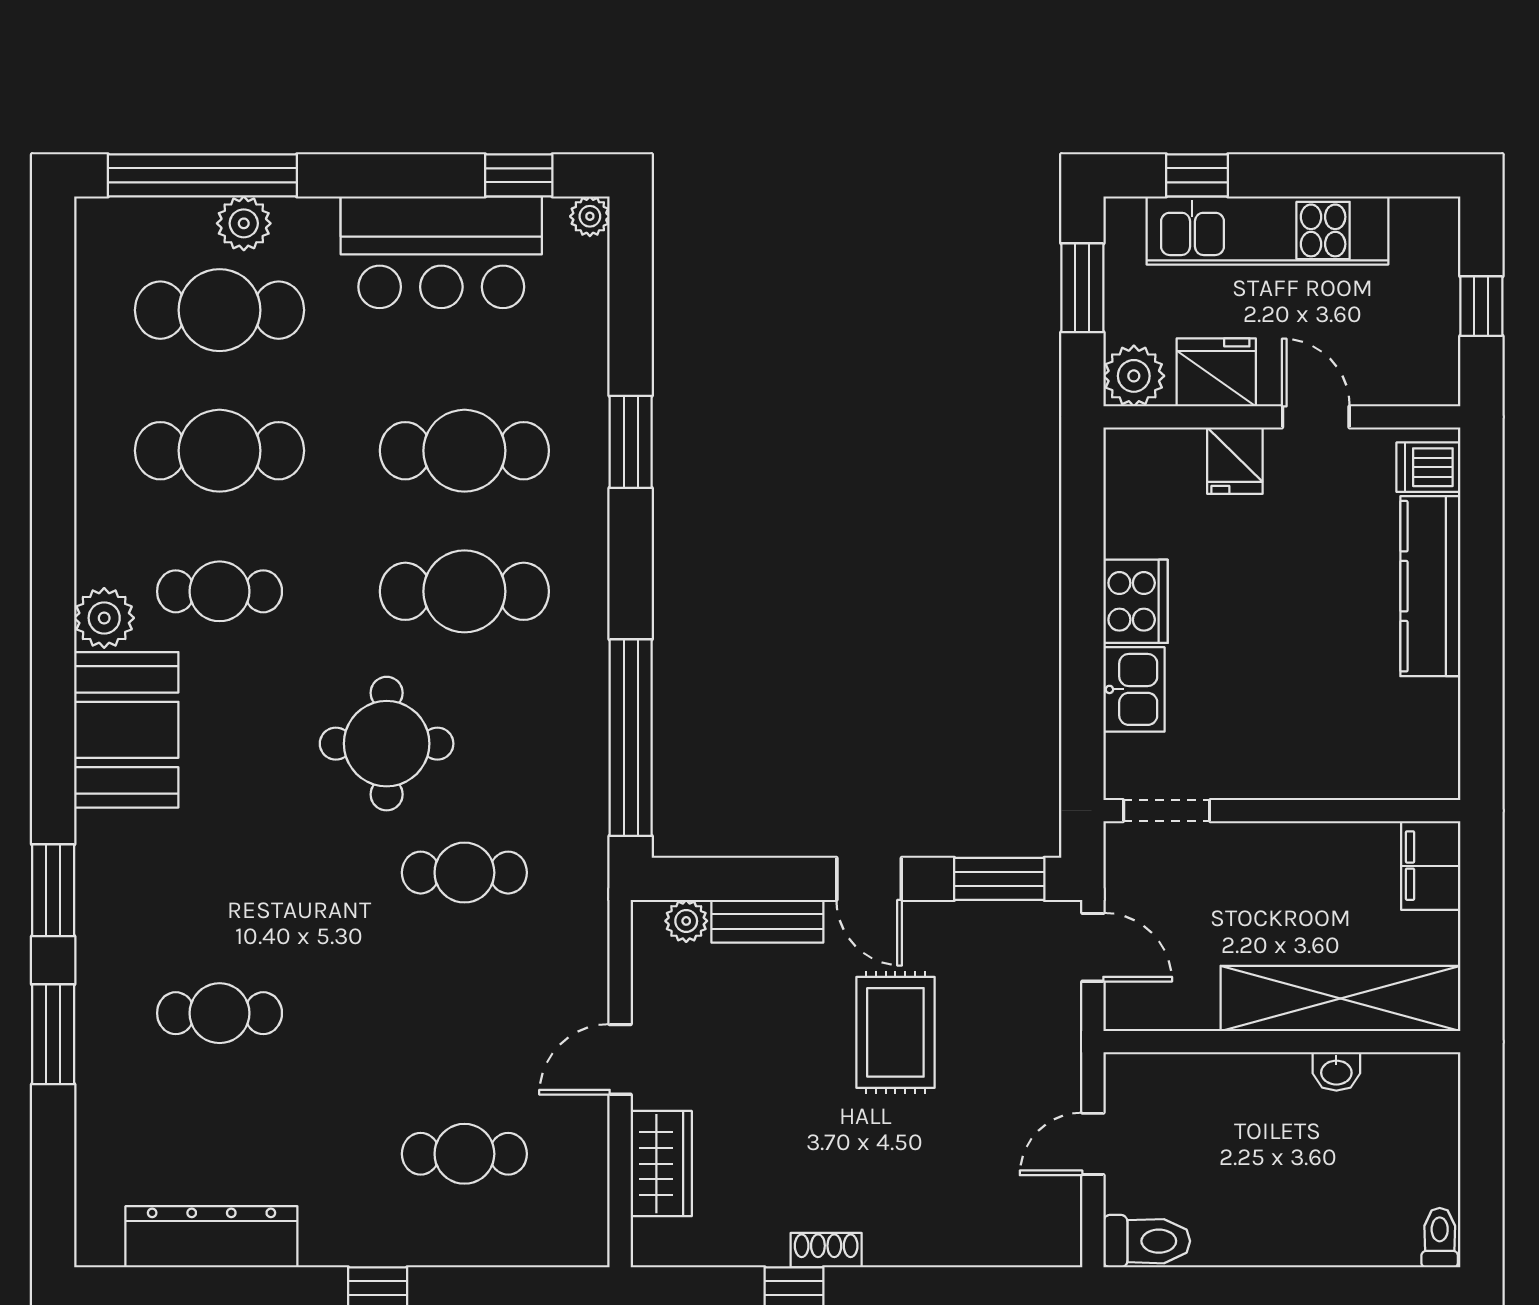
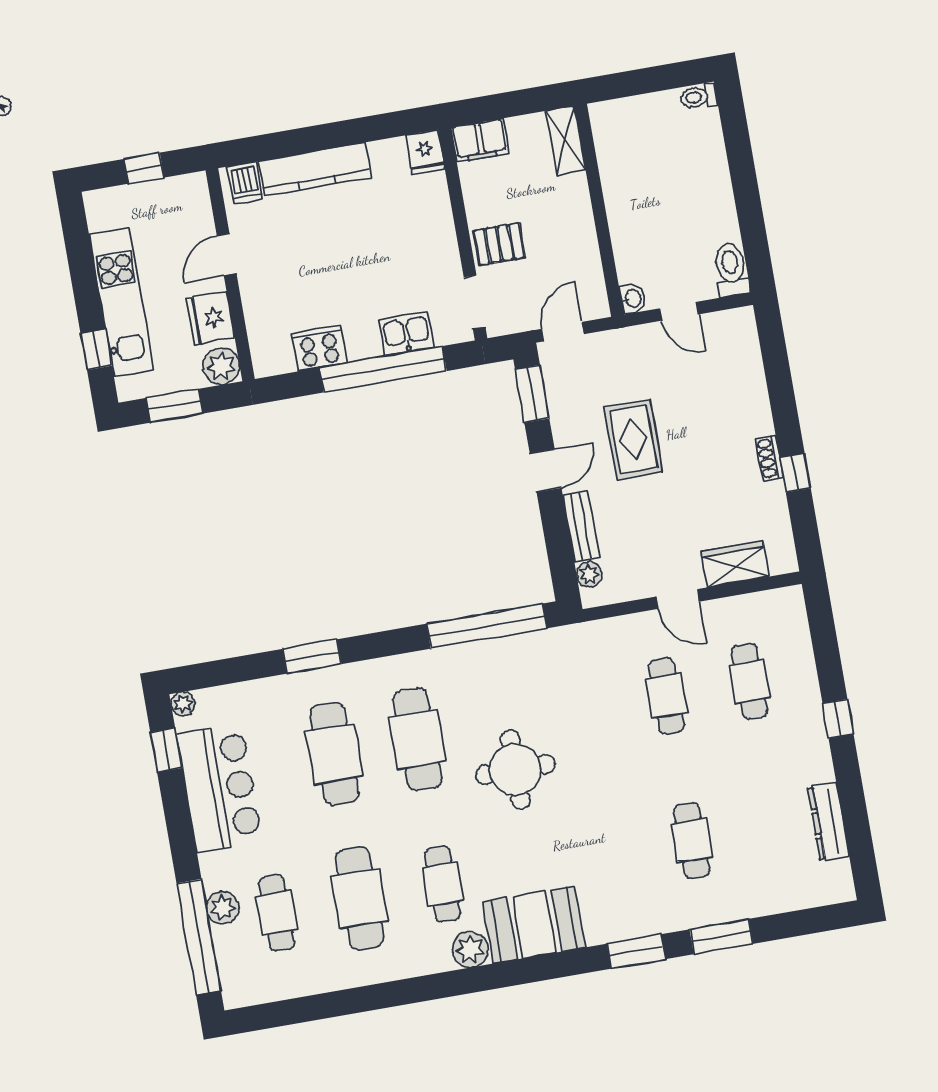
cafe table: (220, 310) -> (277, 913), width x0.73, depth x0.74
fridge: (1235, 461) -> (425, 152), moved, turned 90
cooker: (1135, 601) -> (319, 348), moved
window: (1082, 641) -> (383, 369), added
pallet: (1255, 868) -> (499, 244), added
cafe table: (464, 873) -> (667, 696), moved
shelving: (1340, 999) -> (566, 141), width x0.45, depth x0.75
rug: (895, 1032) -> (633, 439), turned 90
washbasin: (1336, 1071) -> (633, 299), moved
dresser: (211, 1237) -> (828, 822), width x0.73, depth x0.80

